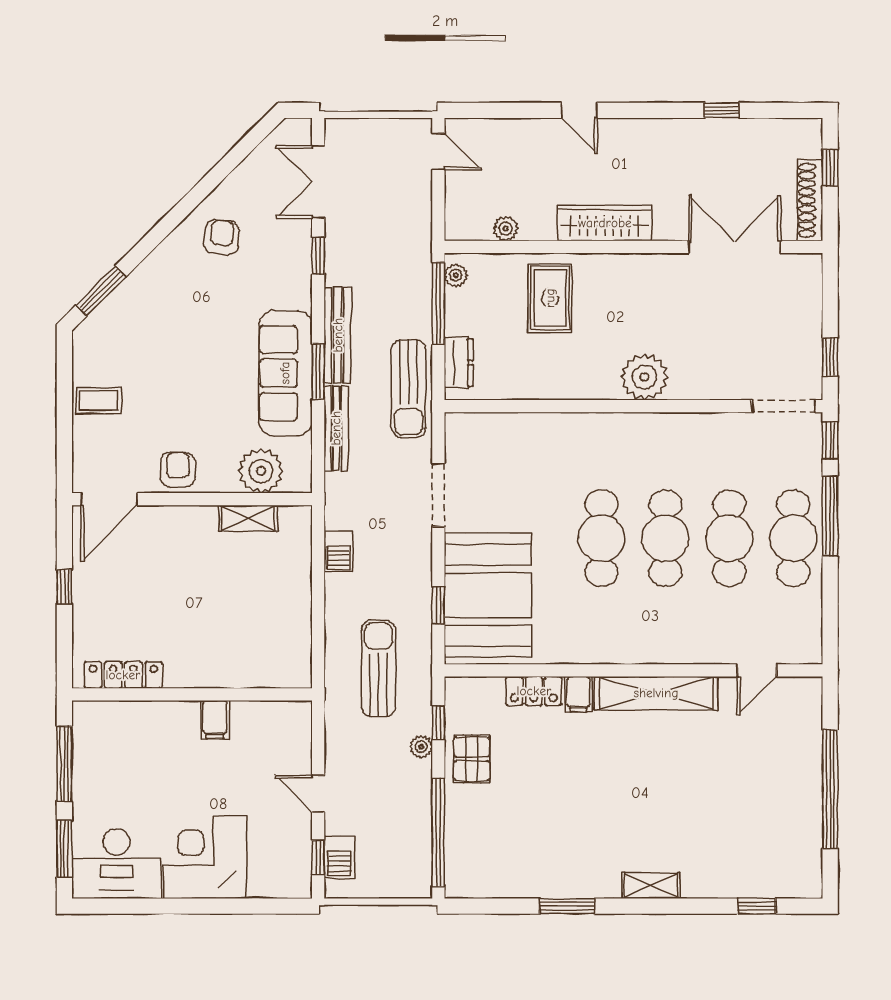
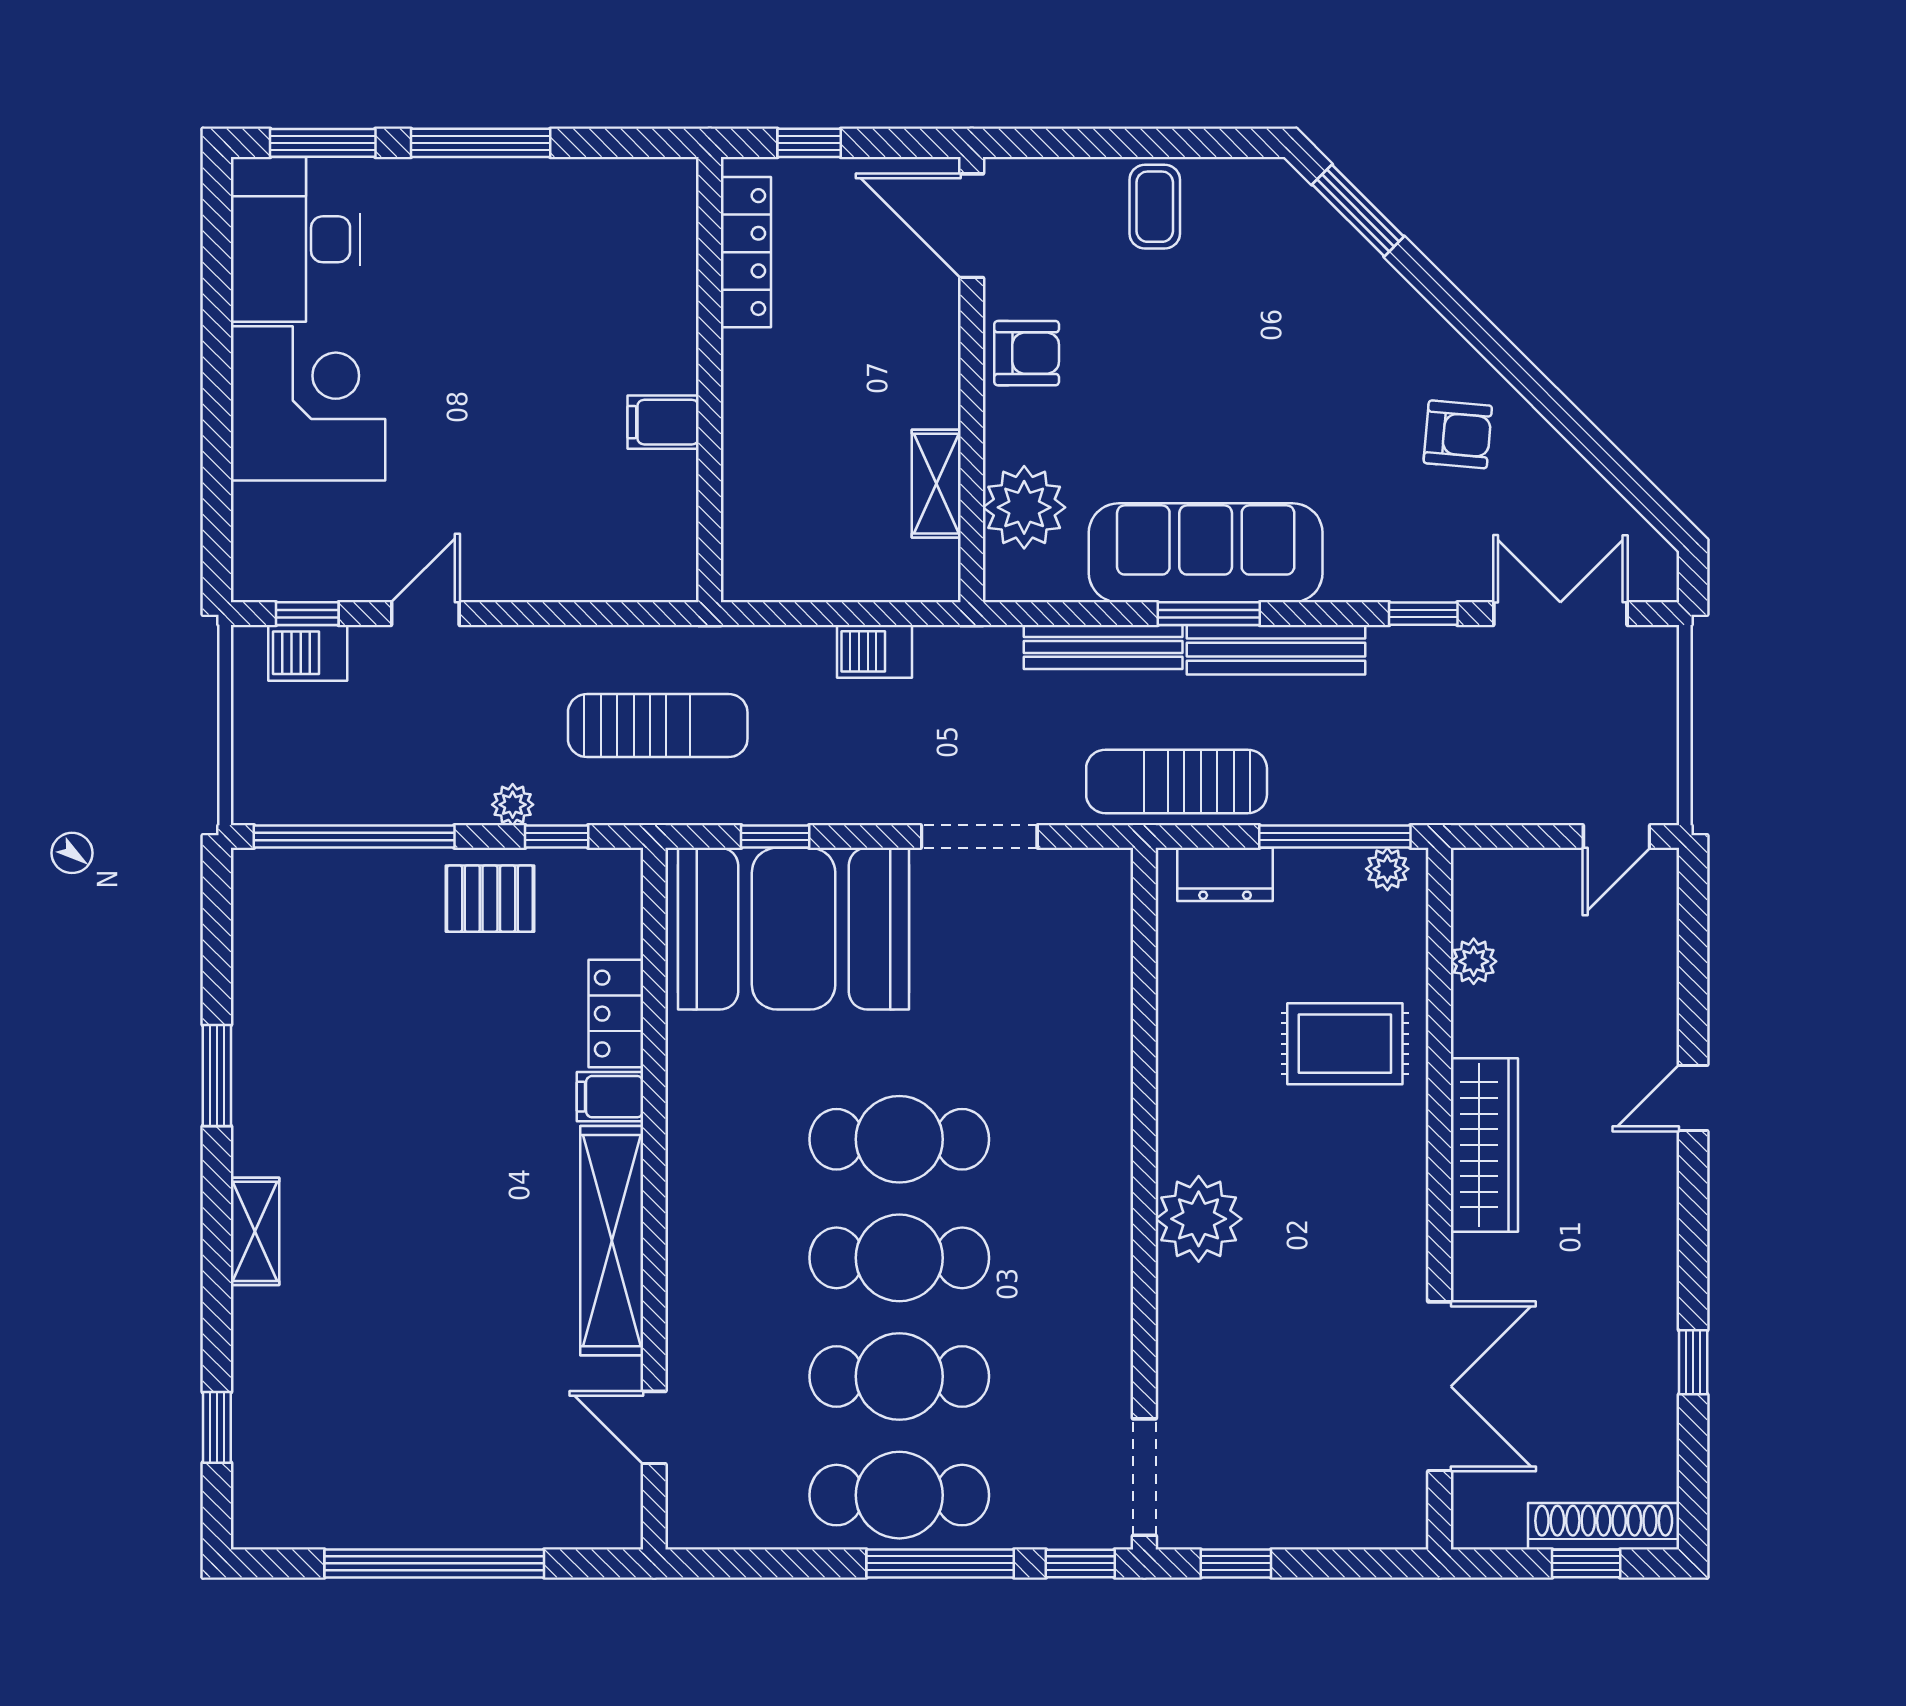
shoe rack: (810, 200) -> (1604, 1526), moved
locker: (123, 675) -> (746, 252), moved
wall: (192, 694) -> (710, 380), moved
filing cabinet: (215, 720) -> (663, 422), moved

